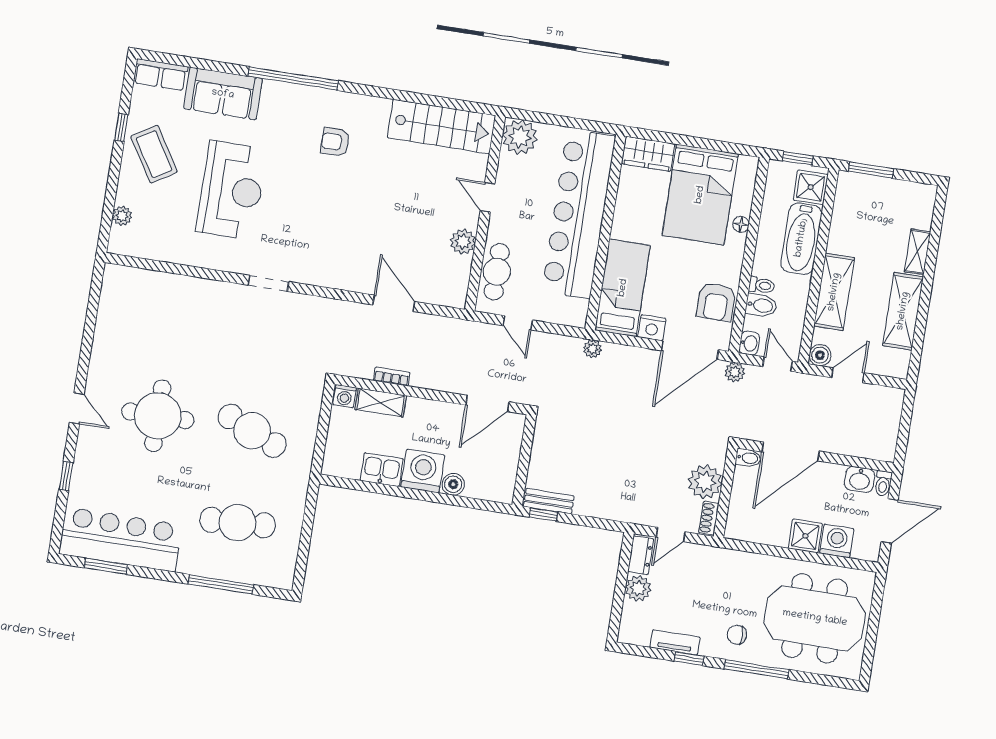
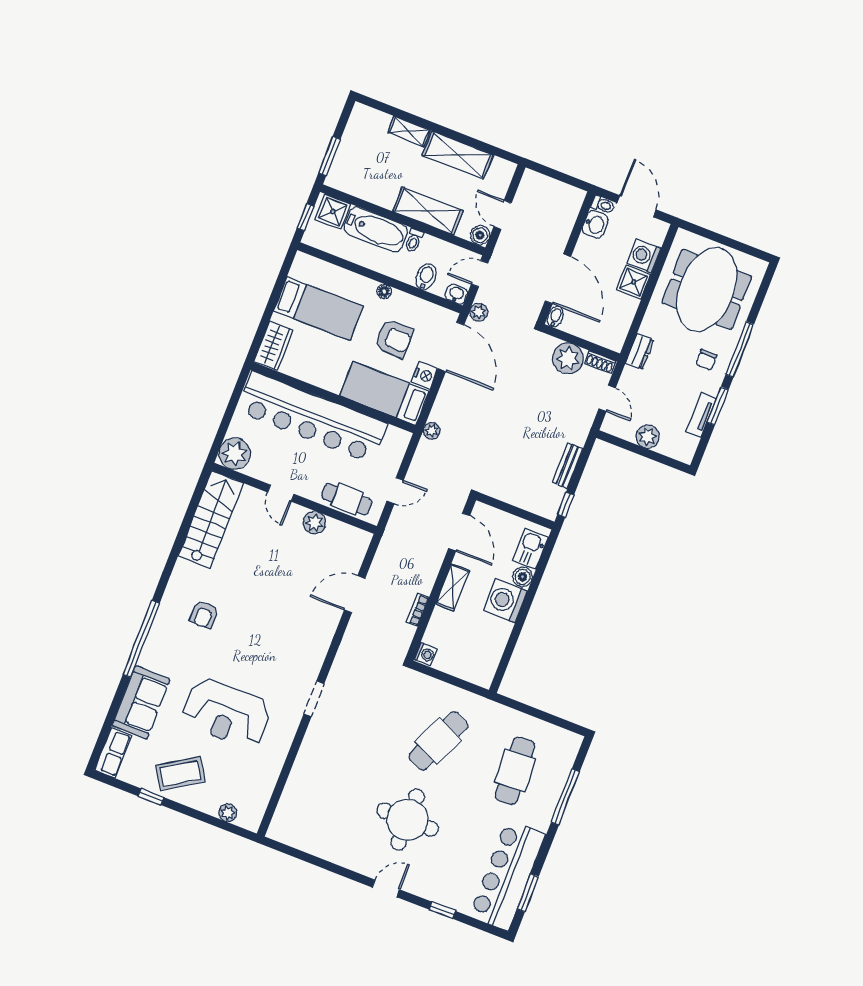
reception desk: (232, 190) -> (226, 713), turned 180
bed: (700, 195) -> (318, 309), width x0.67
door: (488, 197) -> (281, 493), hinge flipped
floor lamp: (741, 224) -> (384, 291), moved
toilet: (762, 285) -> (414, 240), moved, turned 180
armchair: (716, 302) -> (394, 338), moved
shelving: (381, 402) -> (453, 587), moved
kitchen sink: (382, 470) -> (530, 549), moved
bench: (549, 501) -> (568, 466), moved
dresser: (641, 555) -> (640, 352), moved, turned 90
window: (689, 659) -> (718, 406), width x1.50

